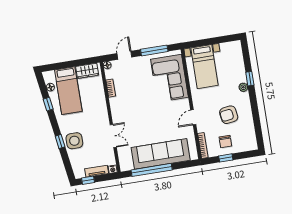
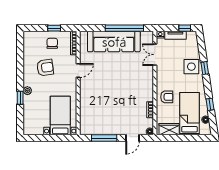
corner sofa: (169, 78) -> (94, 110), removed
armchair: (95, 105) -> (167, 97), added
double door: (113, 136) -> (155, 55), moved

